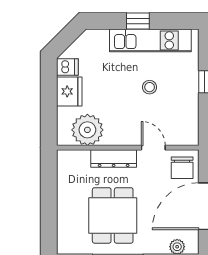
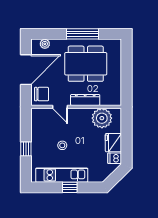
chair: (182, 168) -> (42, 94), turned 90
dining table: (113, 215) -> (86, 64), width x1.37

